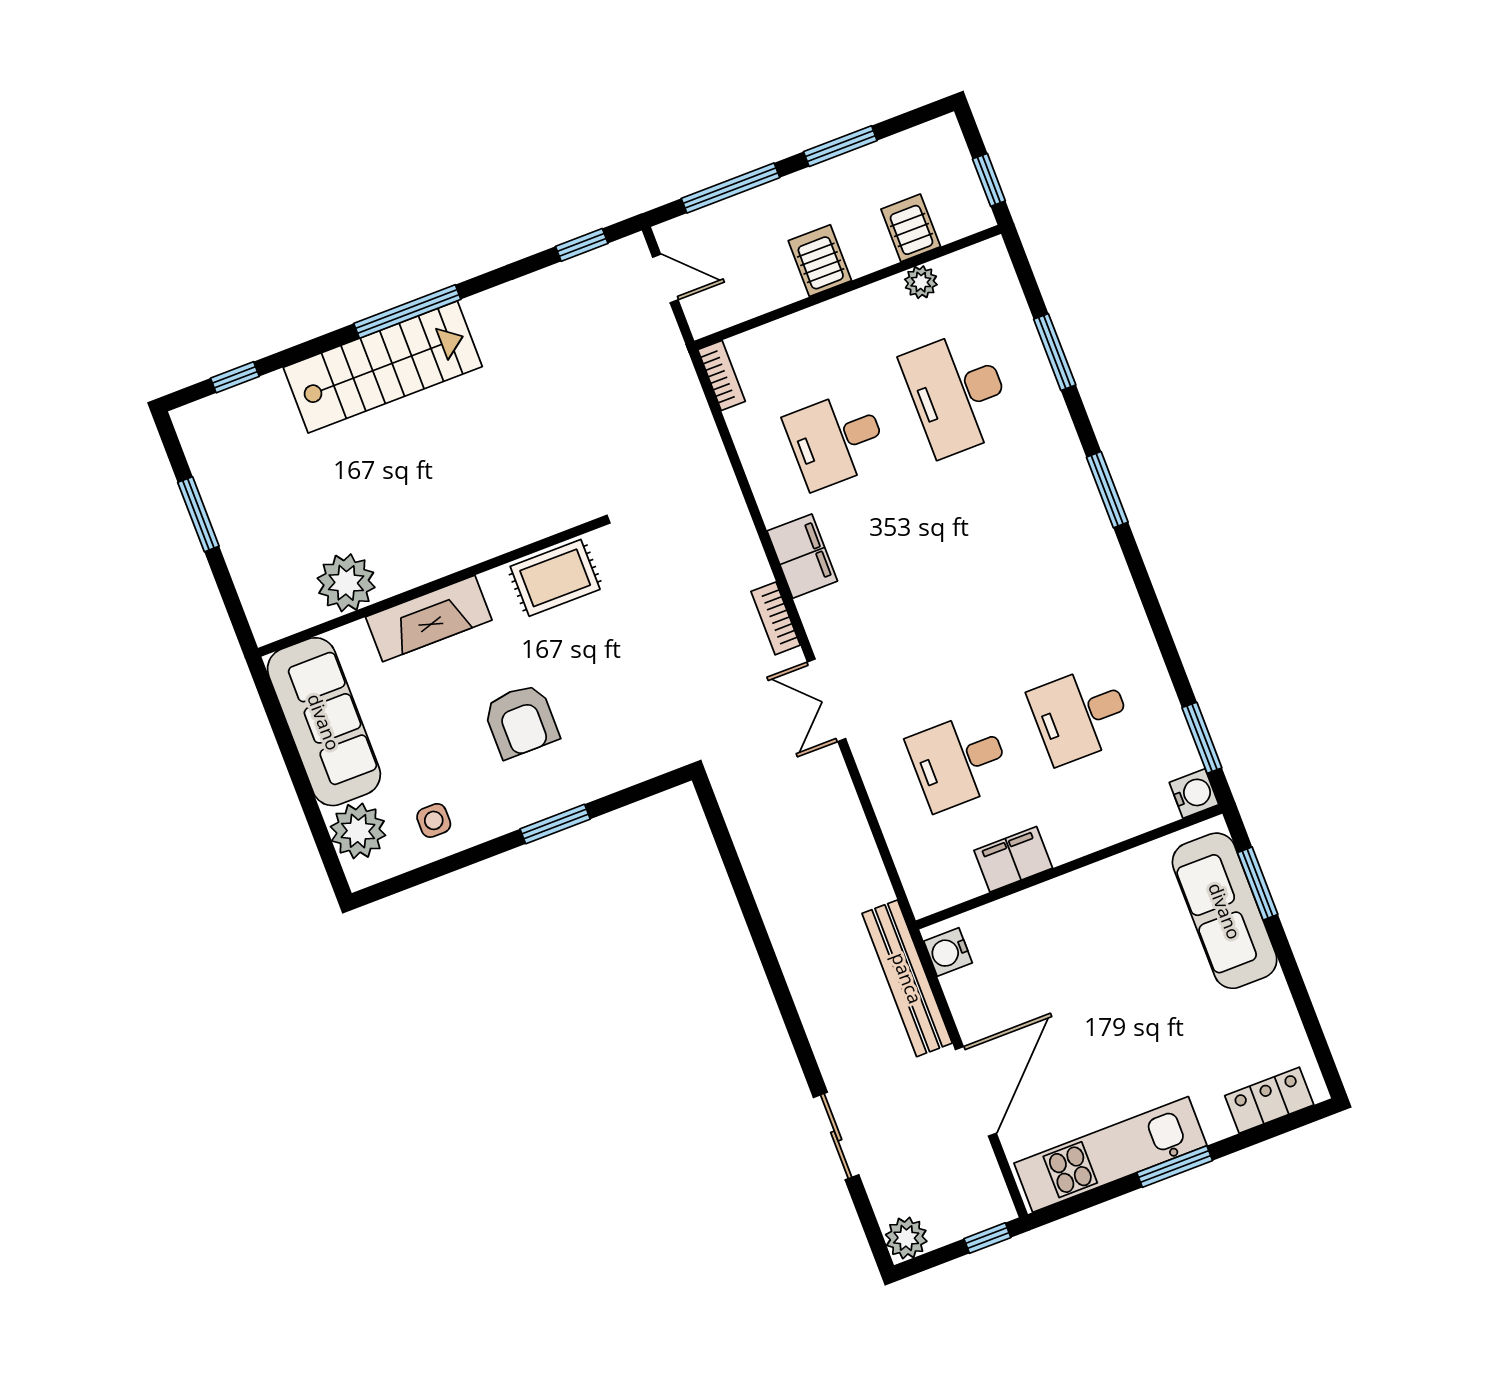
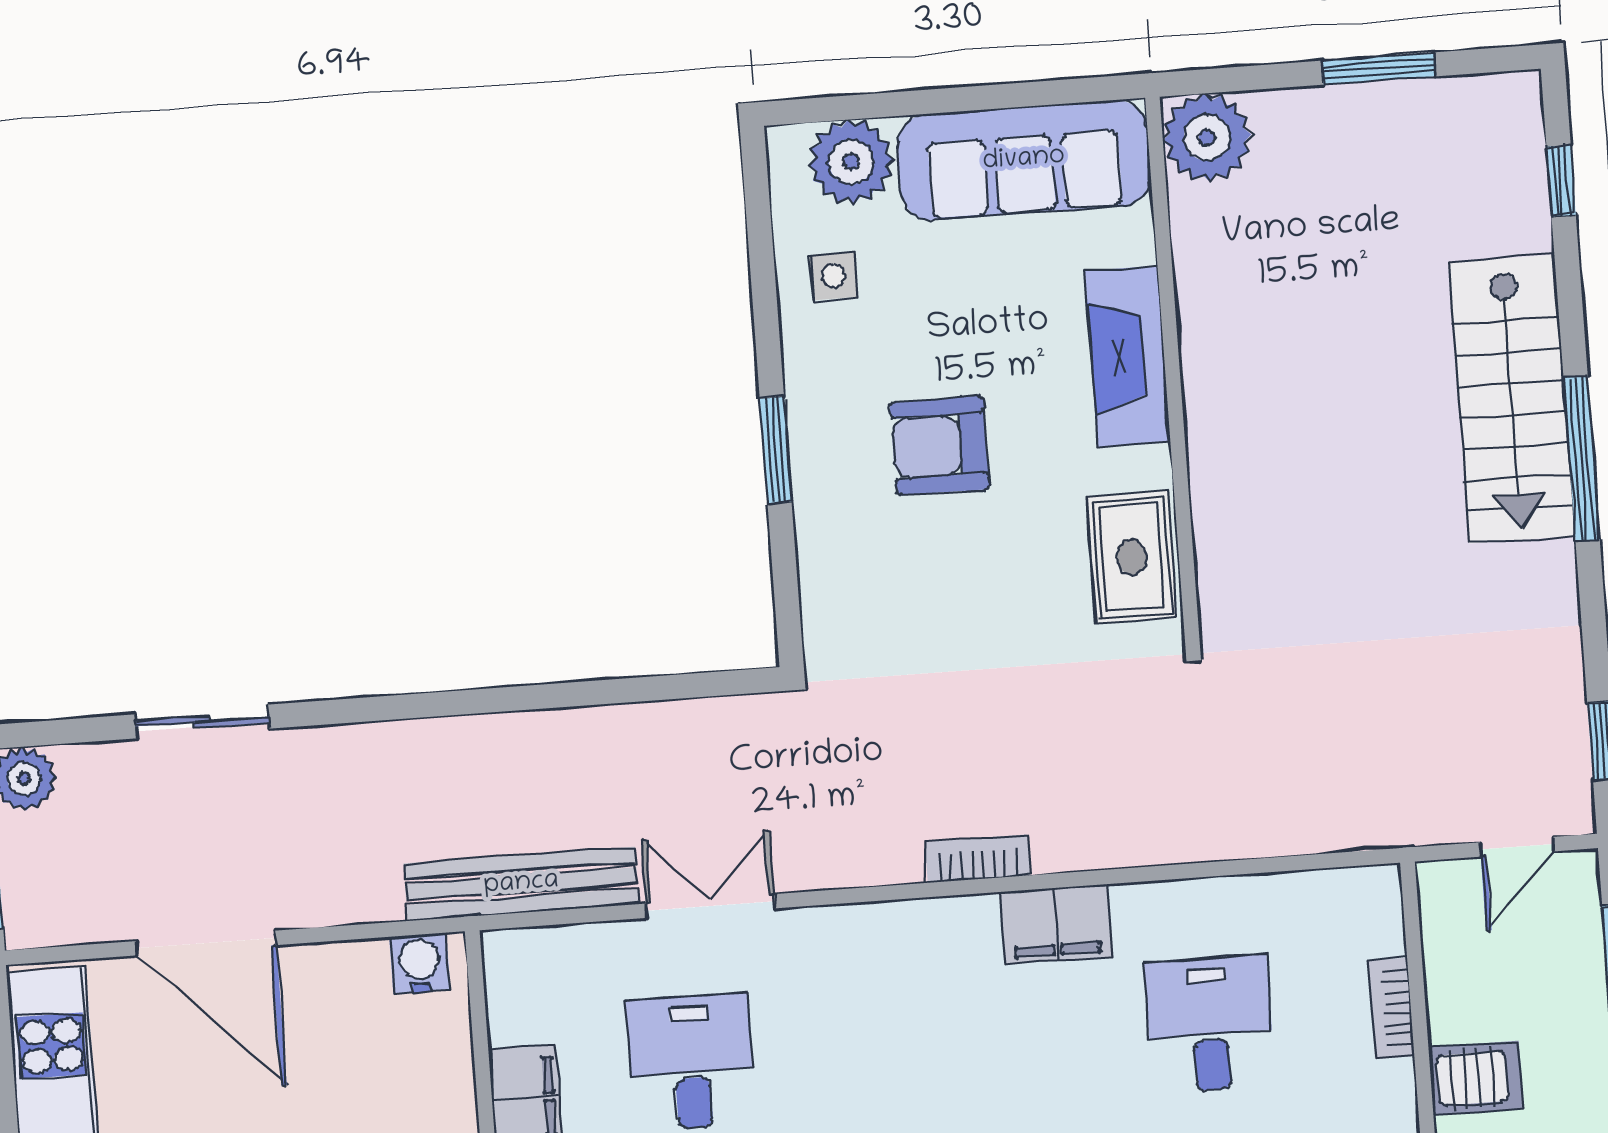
bookcase: (722, 375) -> (1391, 1008), moved, turned 90
plant: (346, 583) -> (1207, 138), moved
double door: (826, 700) -> (710, 906), moved
bench: (907, 978) -> (521, 884), moved

